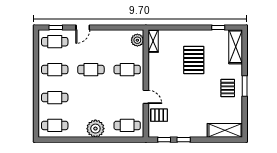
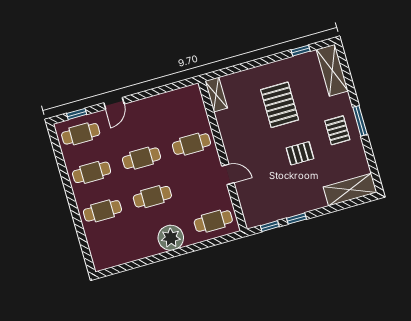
plant: (137, 40) -> (194, 100), removed
pallet: (159, 115) -> (300, 153), moved
cafe table: (55, 125) -> (152, 197), moved

